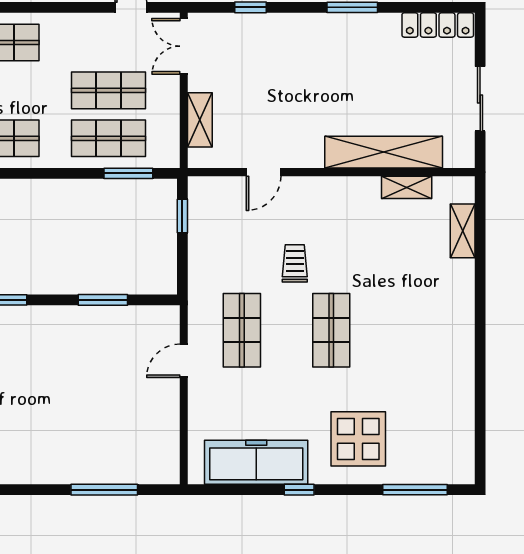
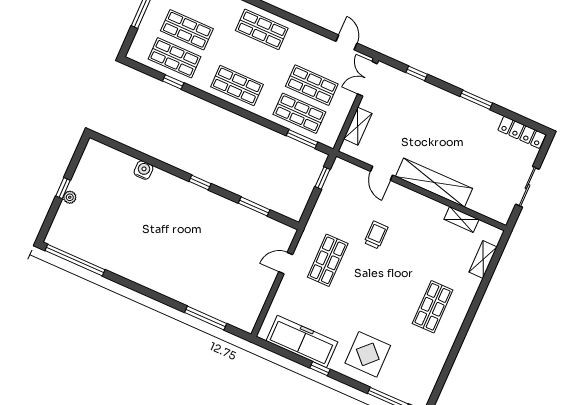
shelving: (384, 152) -> (434, 182), moved
door: (264, 172) -> (382, 173), hinge flipped
shop shelf: (331, 330) -> (433, 307), moved

